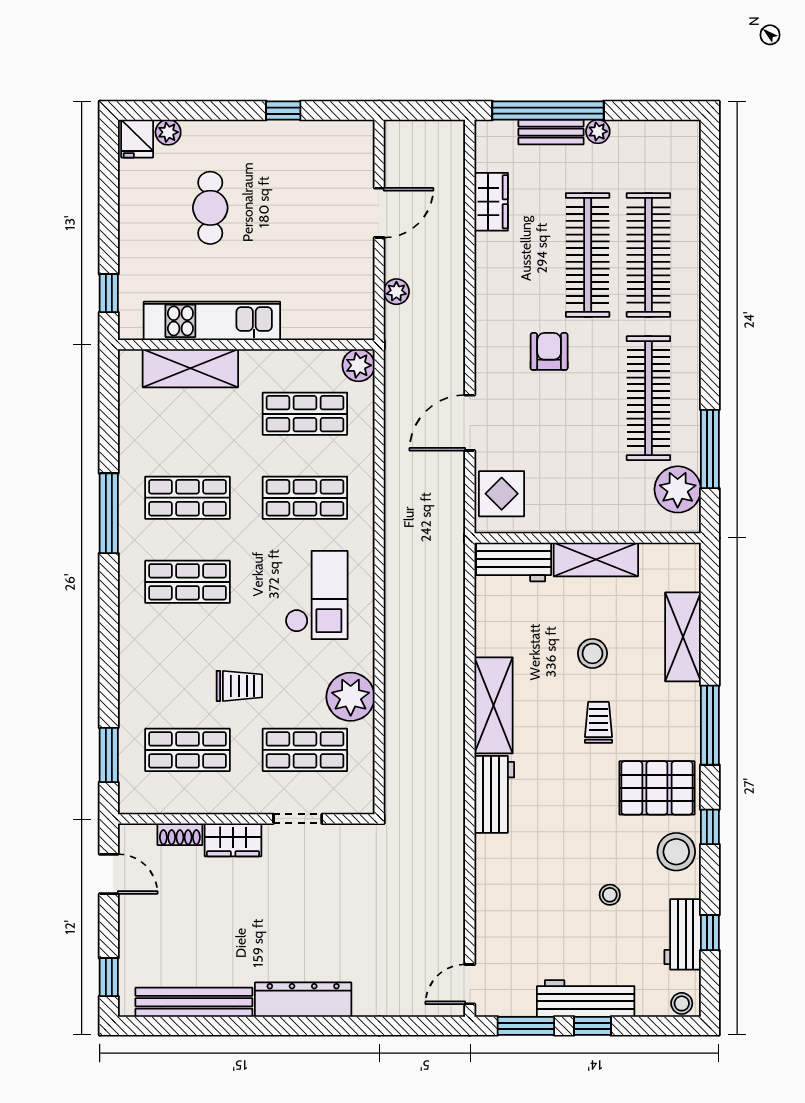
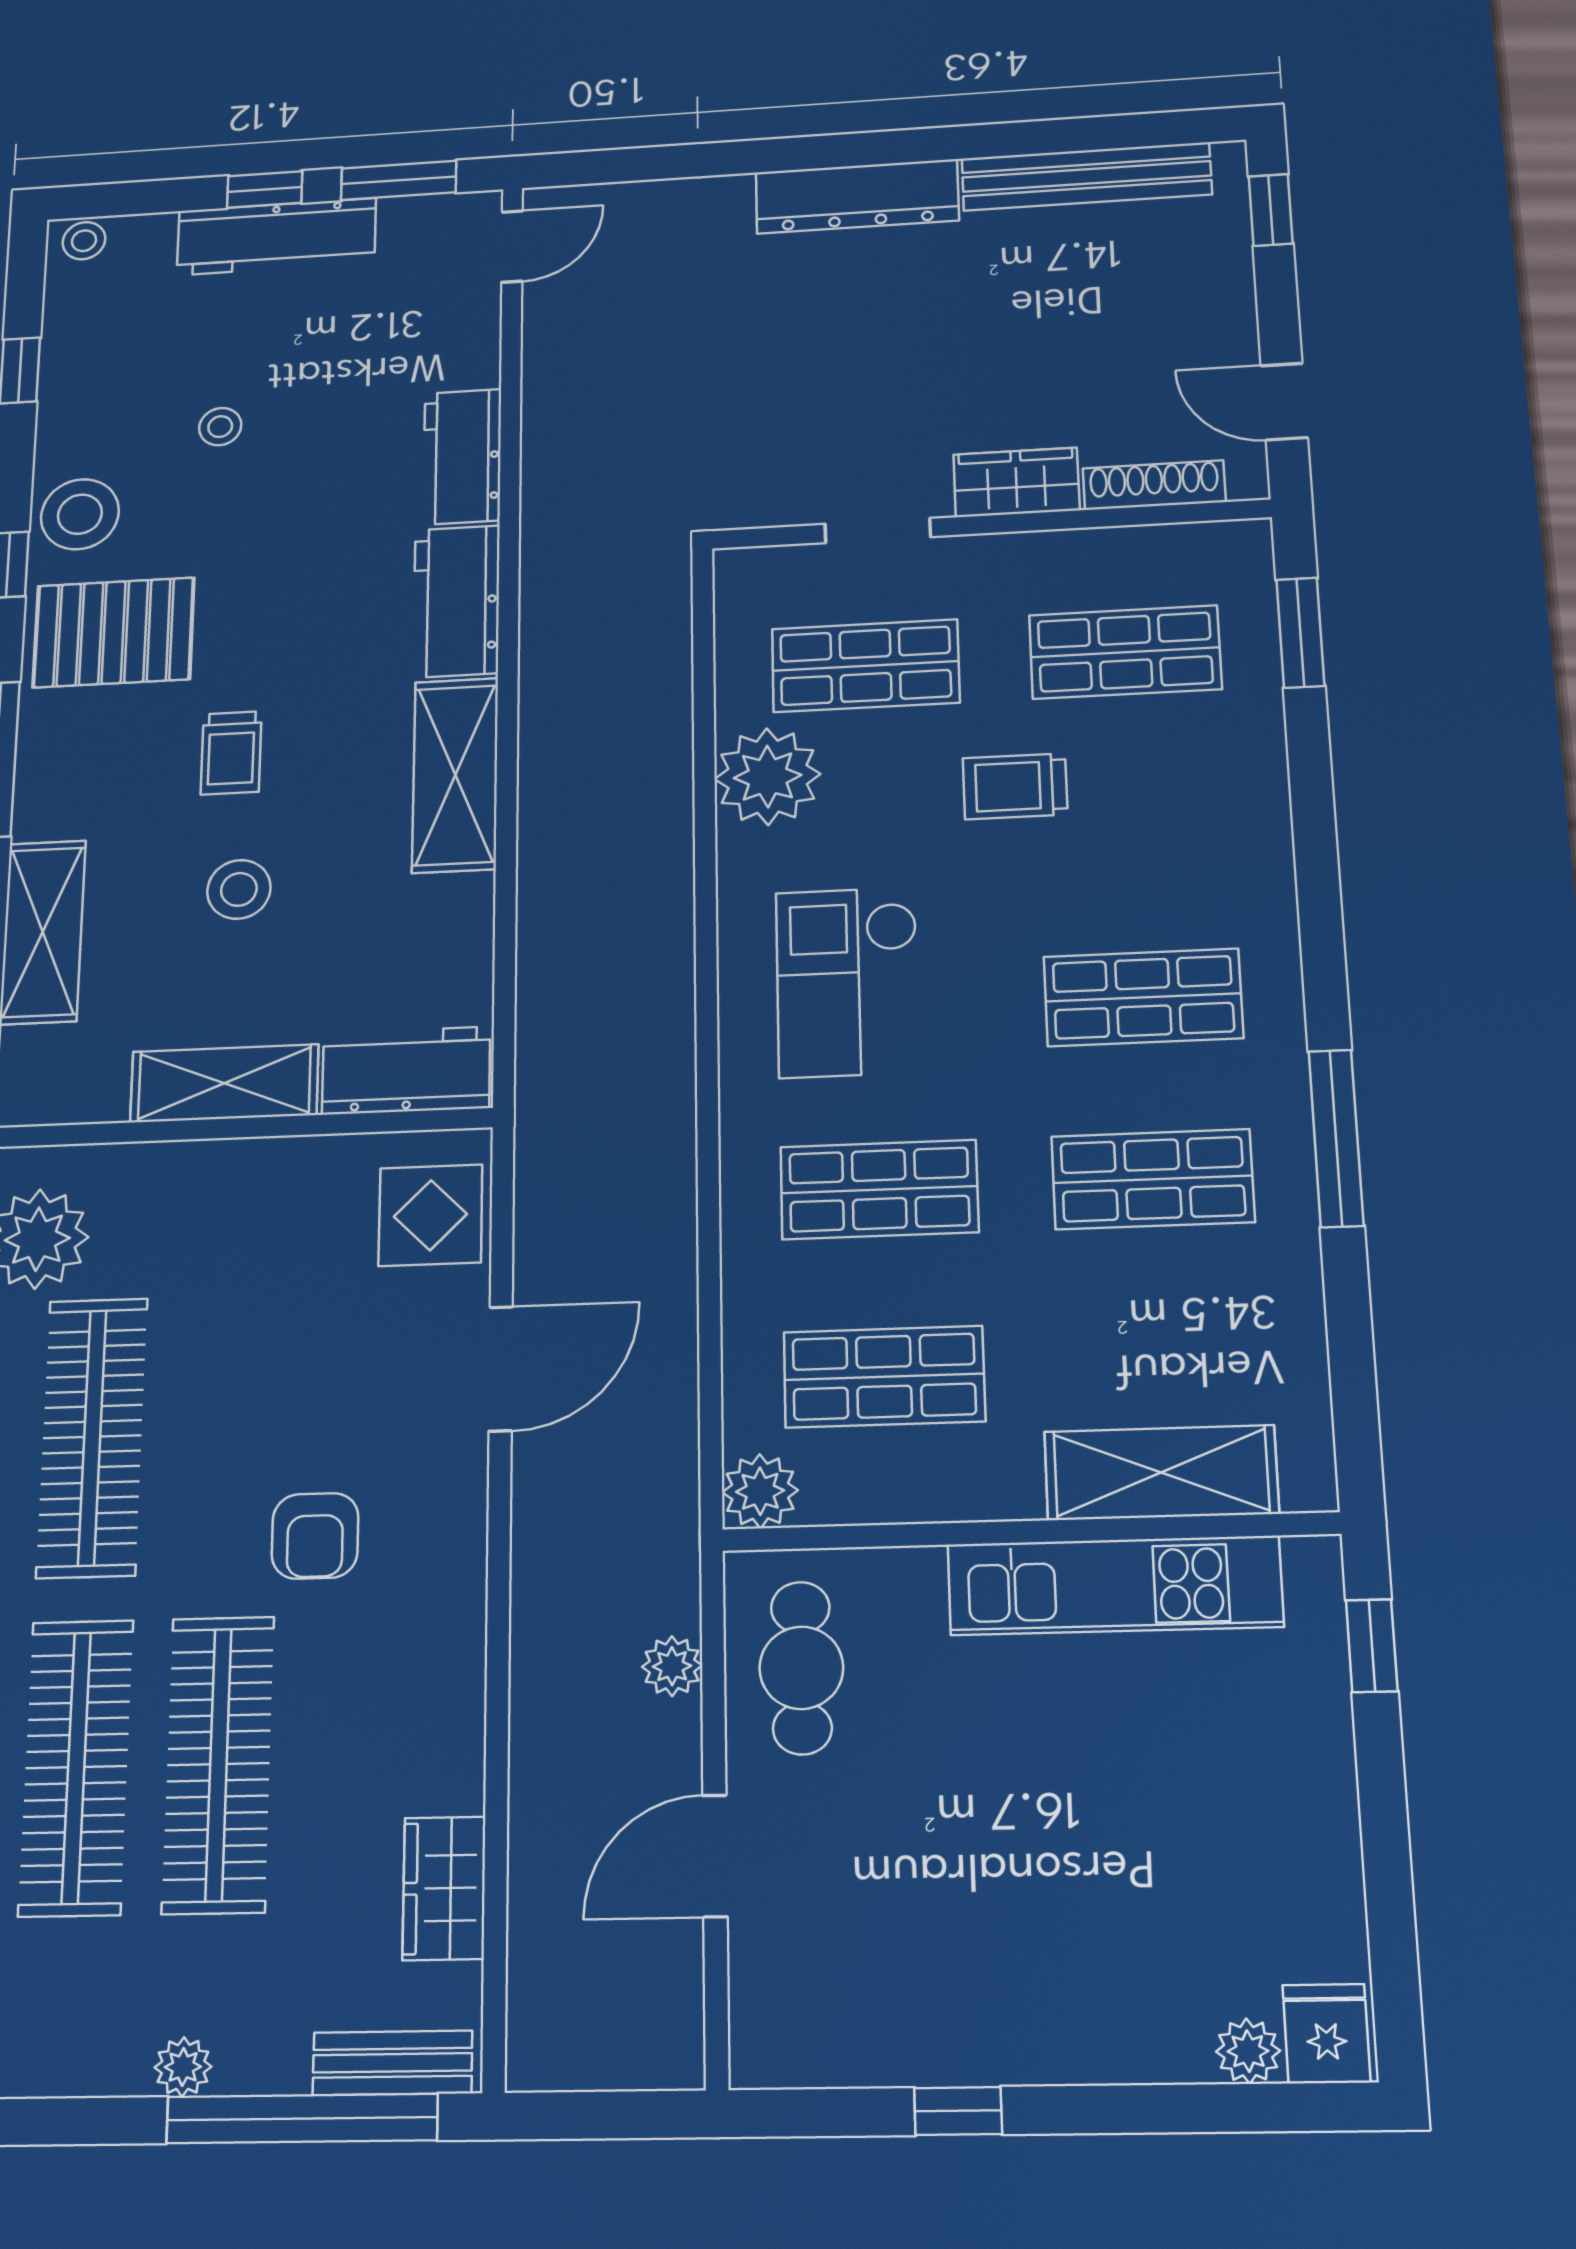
bench: (551, 132) -> (392, 2063), moved
cafe table: (210, 208) -> (801, 1668), moved
shoe rack: (180, 834) -> (1154, 485), width x1.43
workbench: (683, 934) -> (462, 457), moved, turned 180

